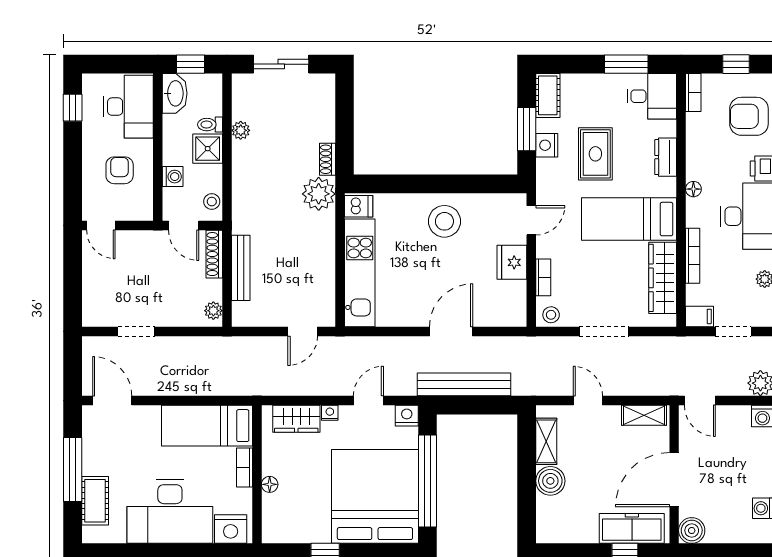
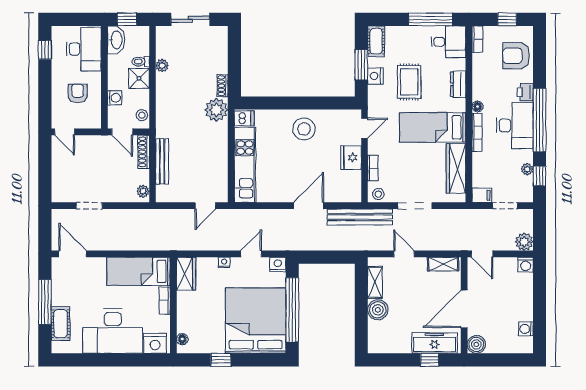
window: (626, 64) -> (431, 19), width x1.44
bookcase: (693, 256) -> (477, 132), moved
bench: (464, 384) -> (360, 217), moved
wardrobe: (296, 419) -> (186, 274), moved, turned -90
floor lamp: (270, 484) -> (182, 339), moved

